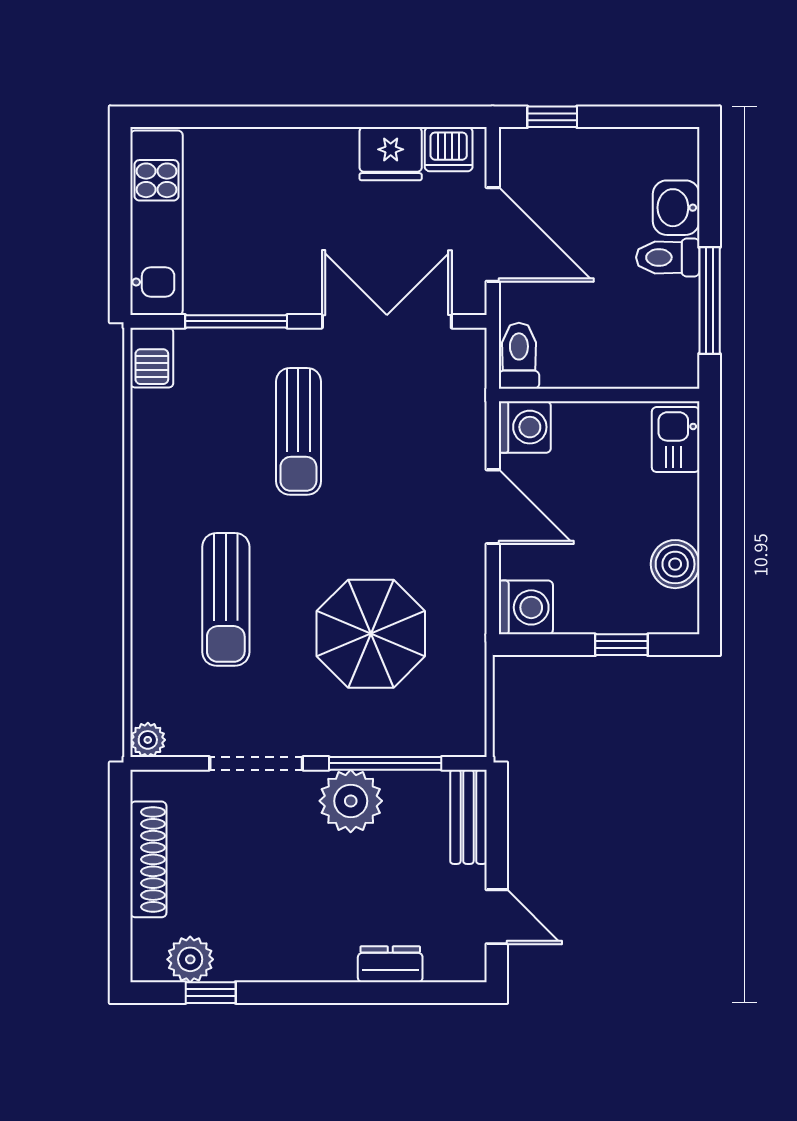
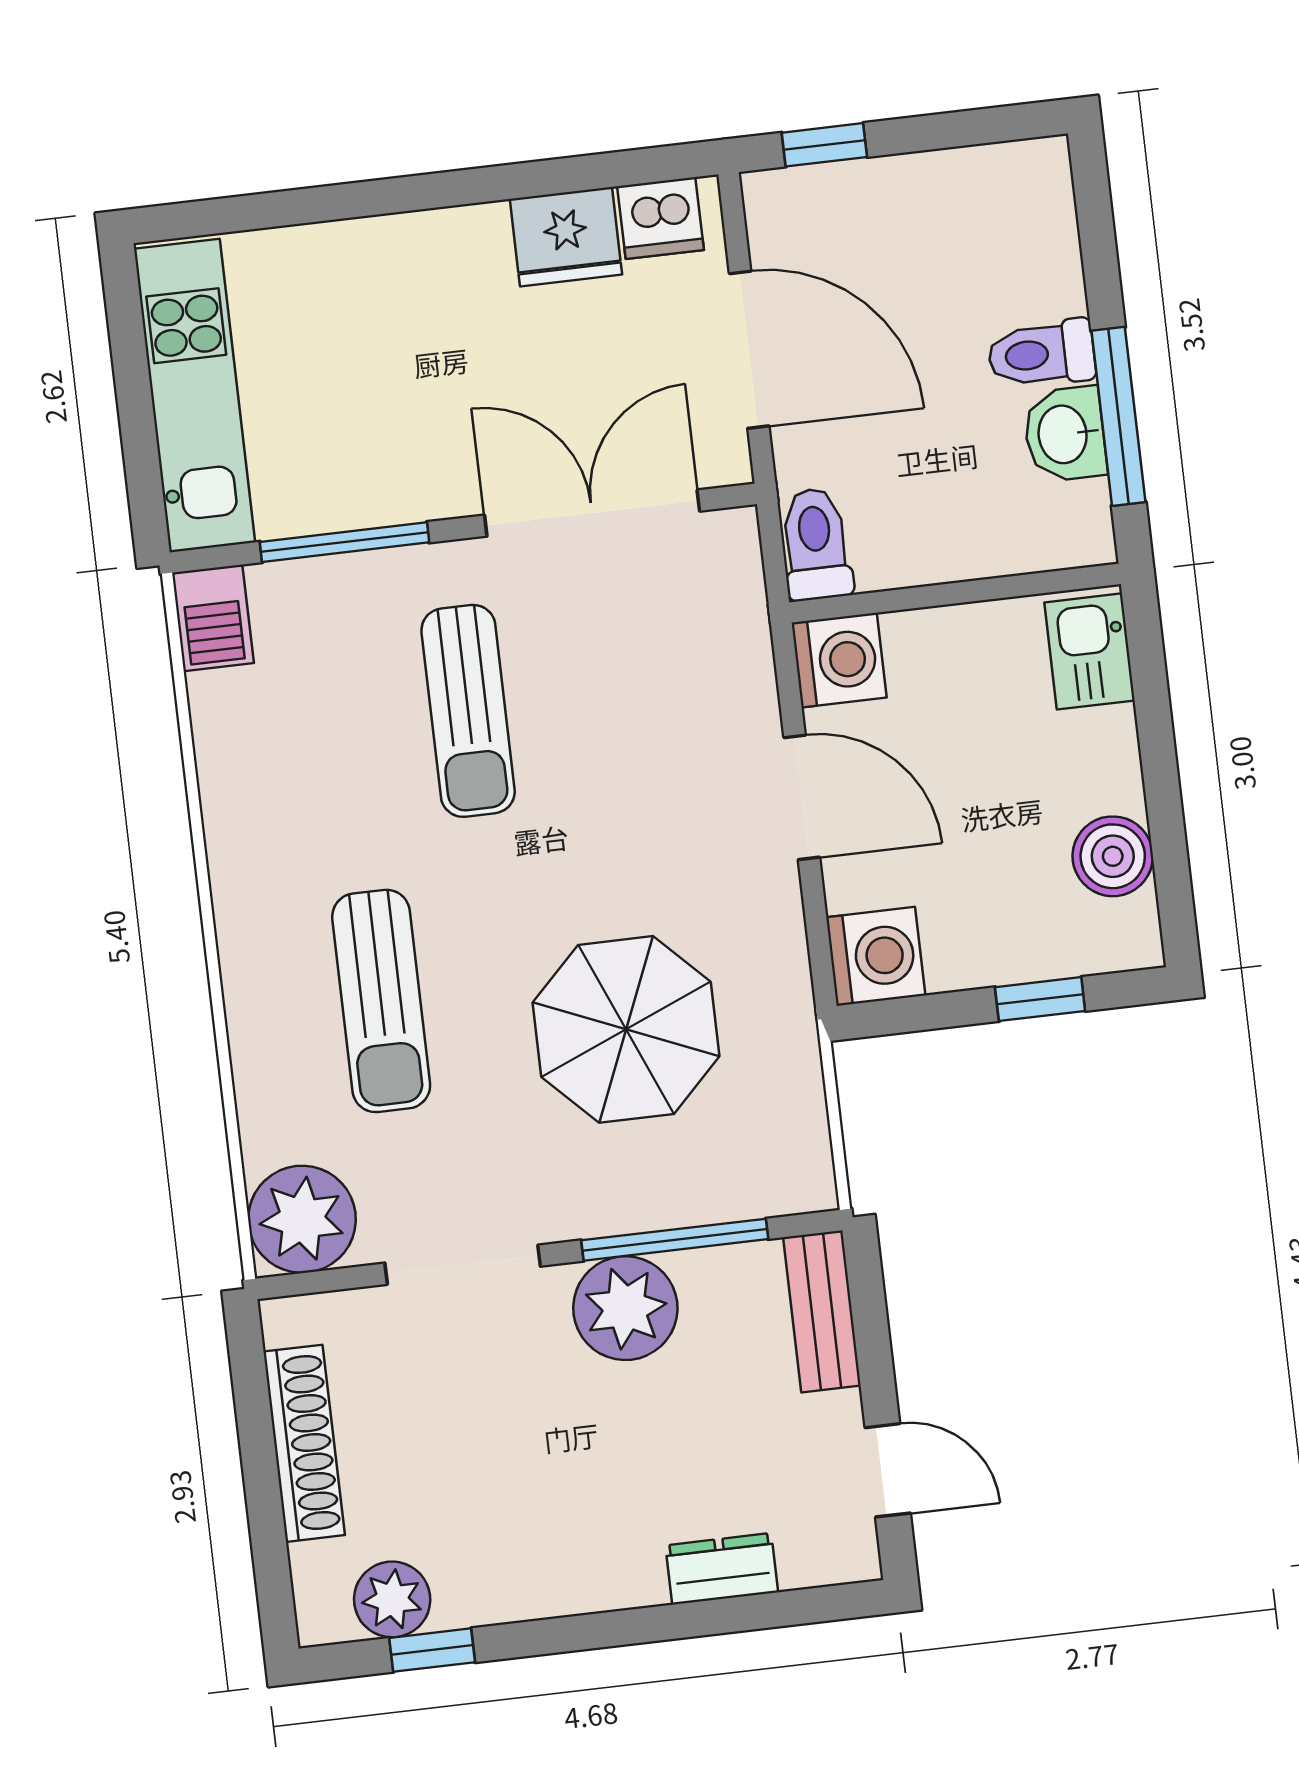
washbasin: (676, 208) -> (1065, 434), moved
plant: (148, 740) -> (302, 1219), width x1.87, depth x1.87

